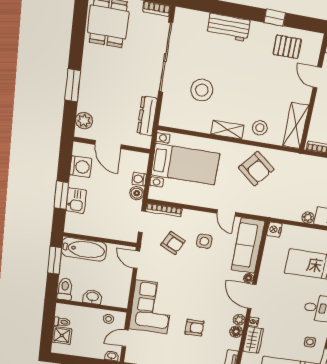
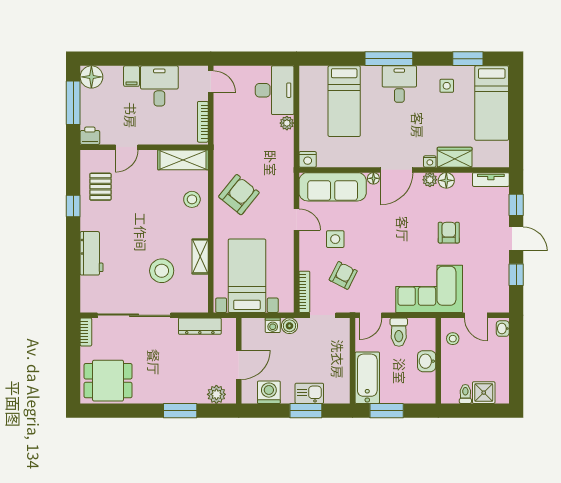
shelving: (227, 130) -> (200, 256), moved
door: (226, 213) -> (296, 219), hinge flipped
toilet: (65, 289) -> (399, 332), moved, turned -90

